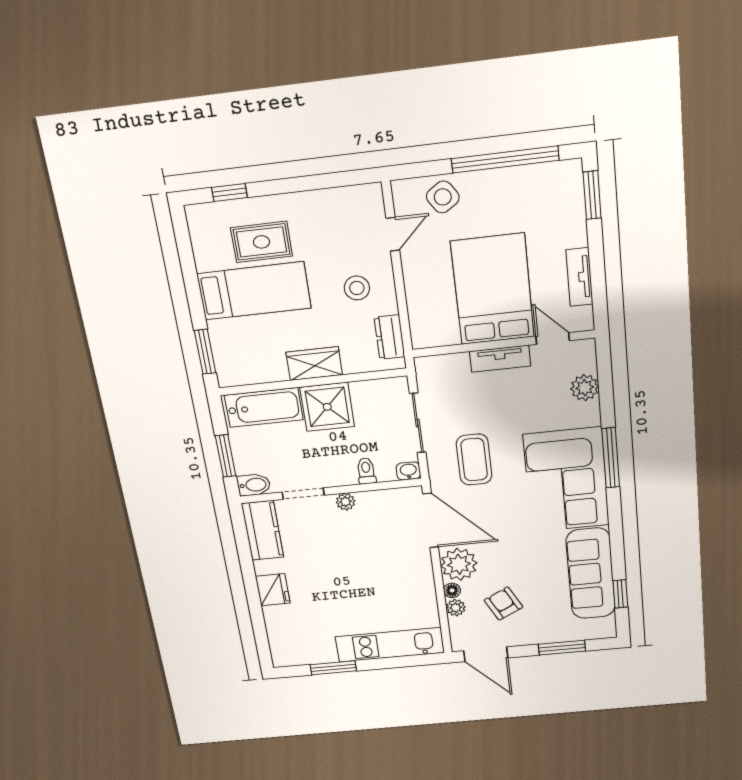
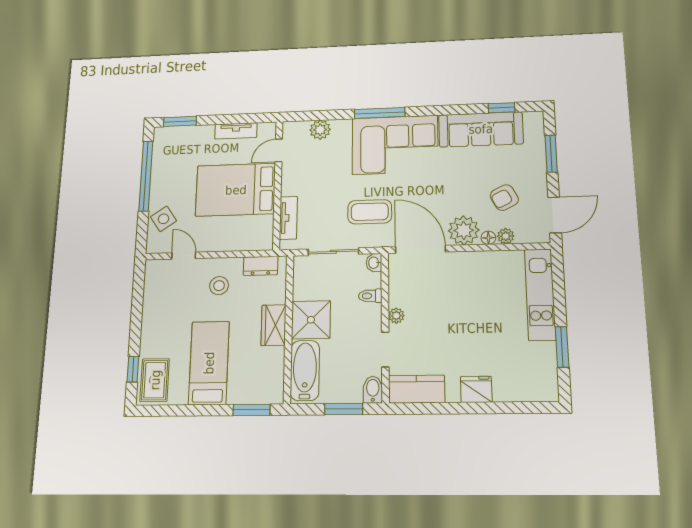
rug: (261, 242) -> (155, 380), moved
tv unit: (500, 359) -> (288, 218), moved
door: (431, 520) -> (420, 249), hinge flipped

